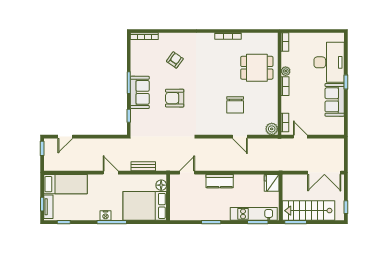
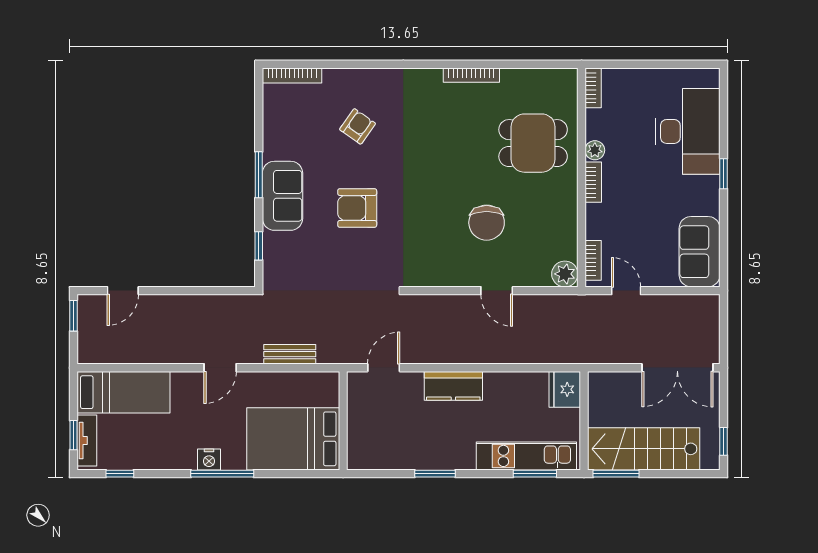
sofa: (335, 100) -> (700, 252), moved
door: (111, 173) -> (220, 368), swing flipped
floor lamp: (161, 185) -> (328, 394), removed

